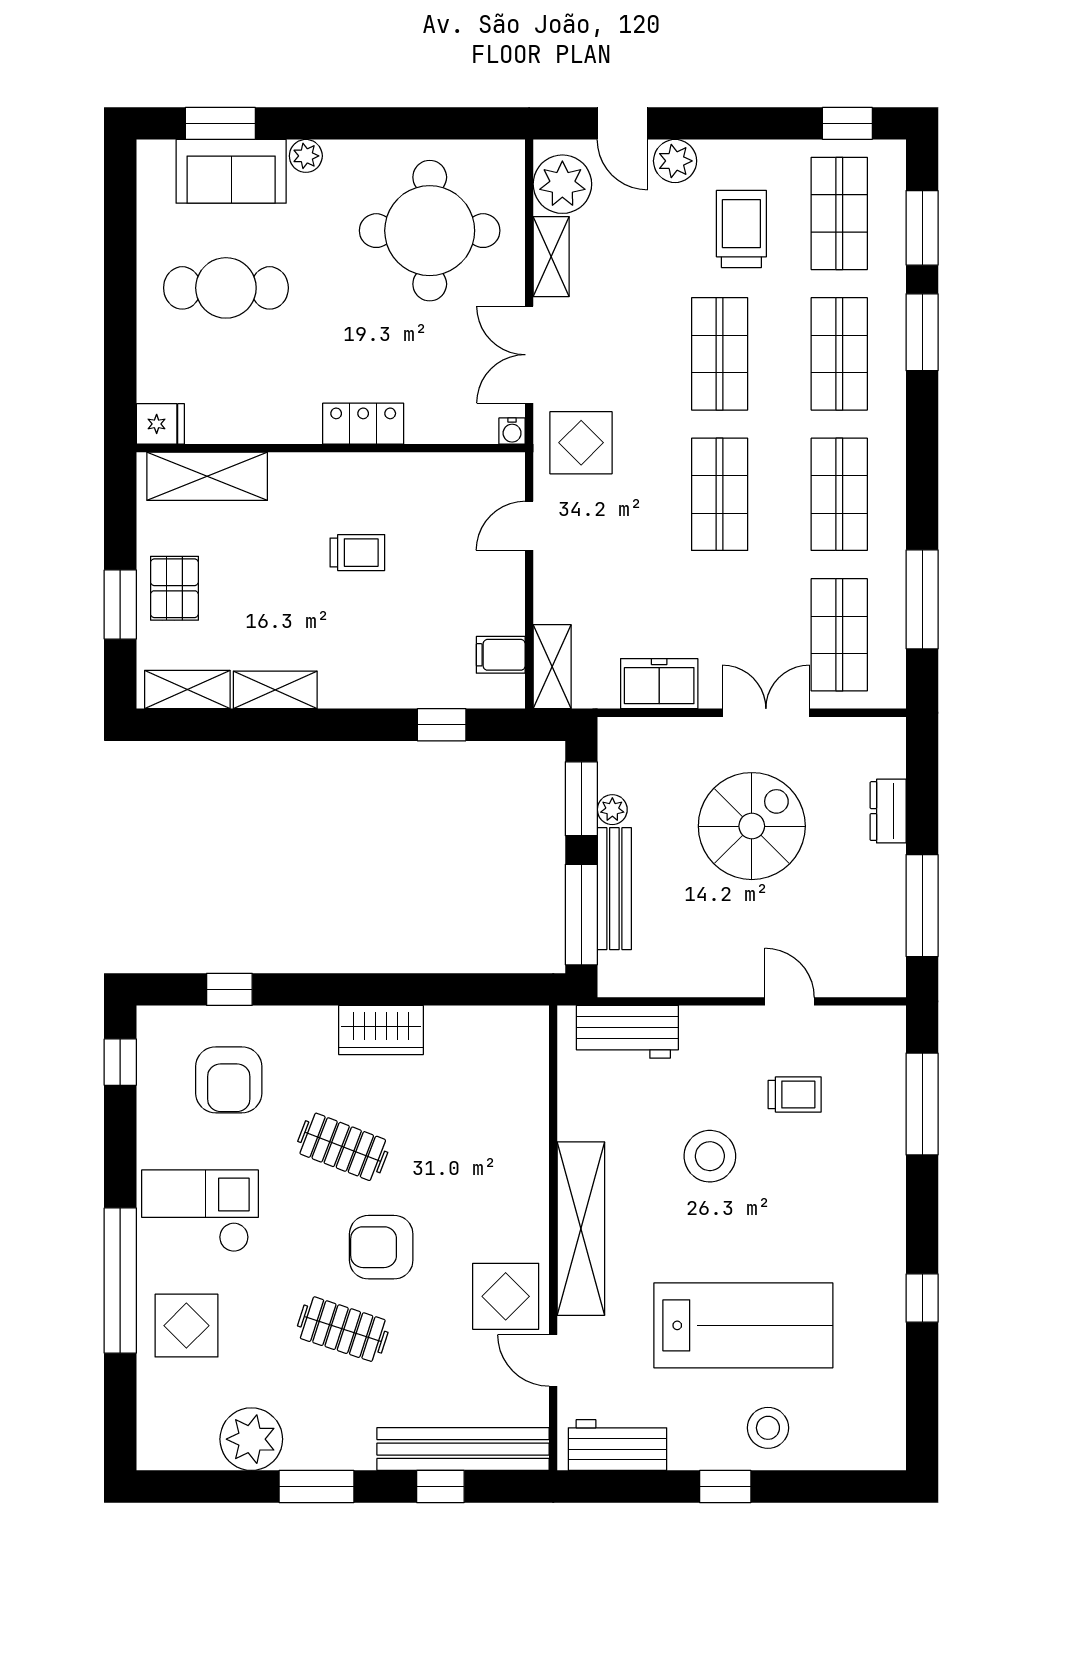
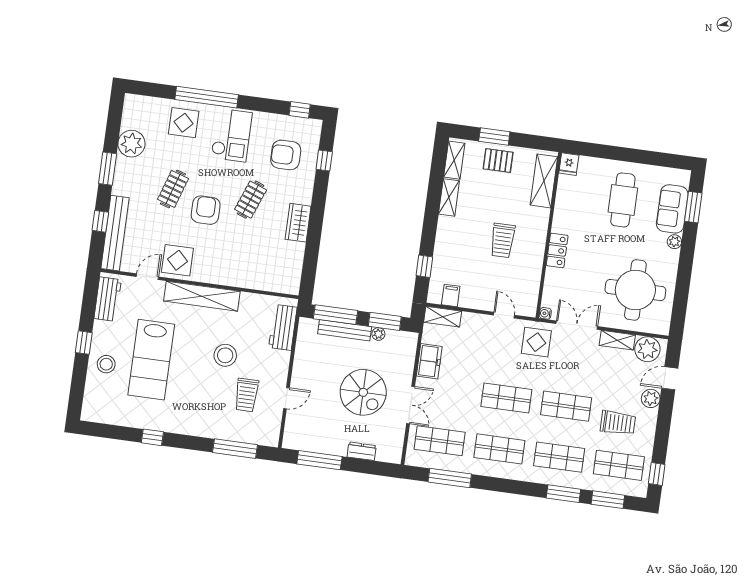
trolley: (357, 553) -> (503, 240), width x1.36, depth x1.39
trolley: (795, 1094) -> (246, 395), width x1.36, depth x1.39

